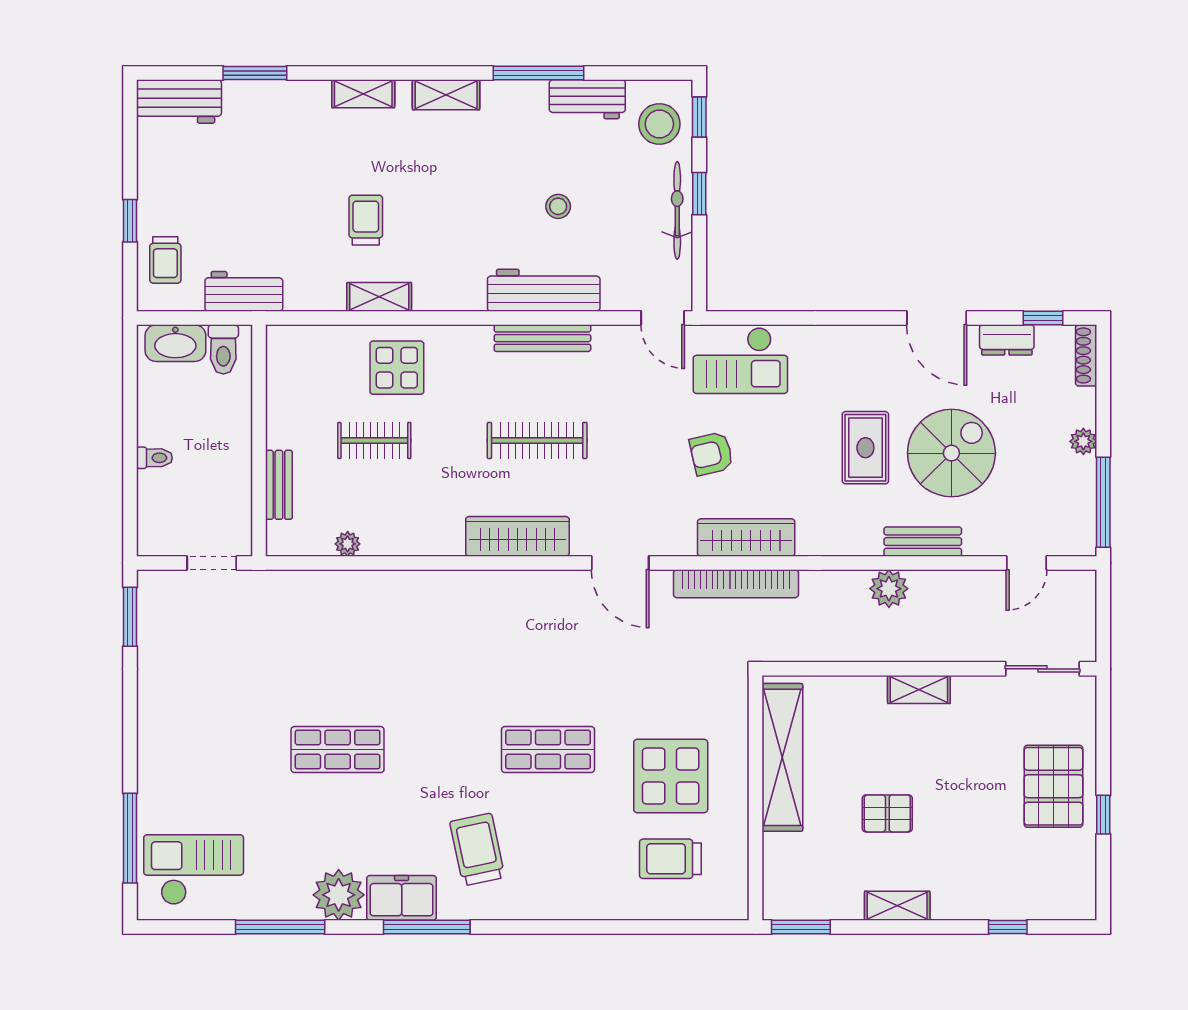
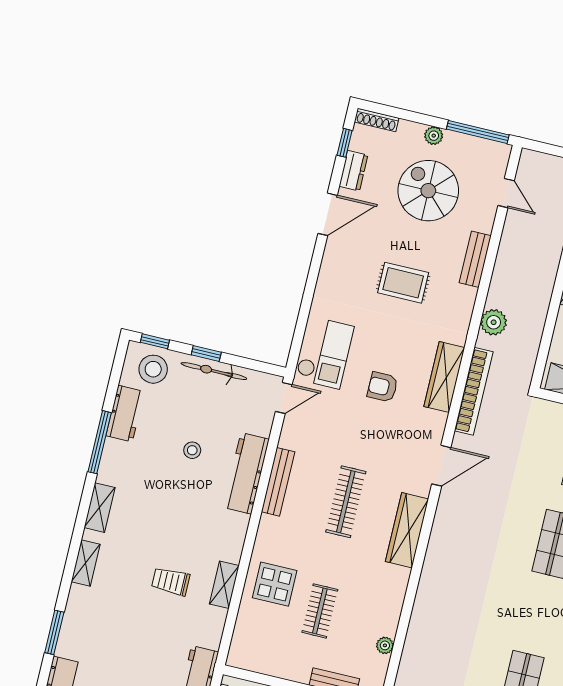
spiral stairs: (951, 453) -> (428, 191), moved
armchair: (711, 454) -> (383, 387), turned 103
plant: (889, 589) -> (494, 322), moved

